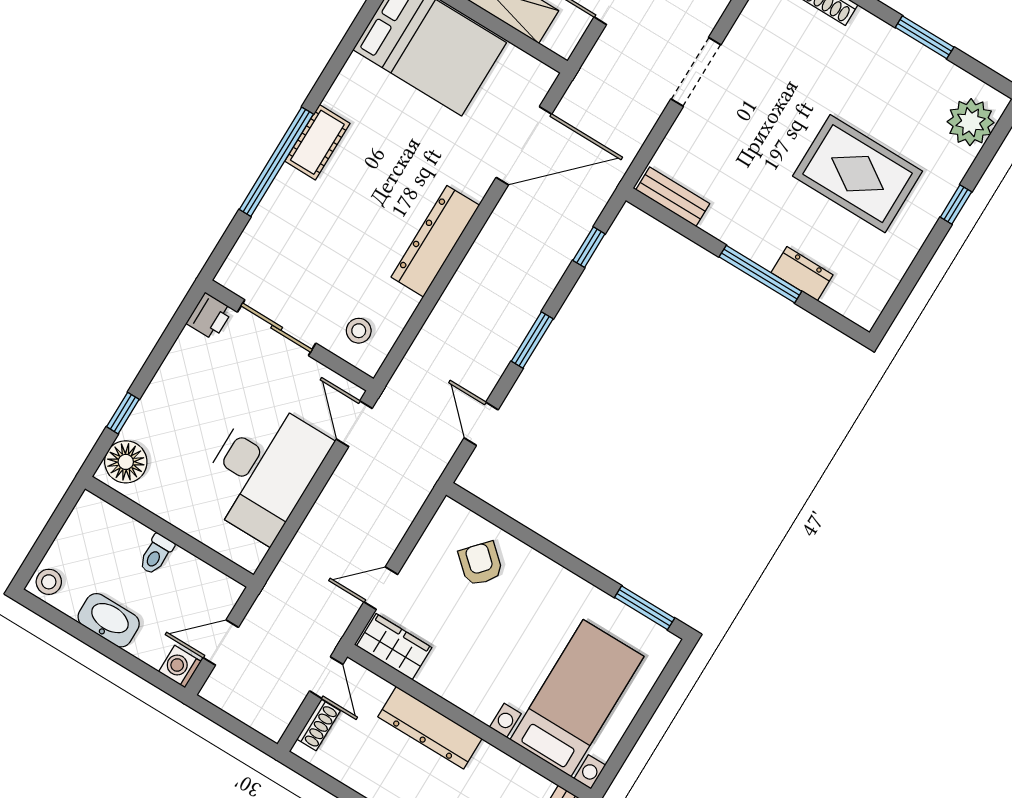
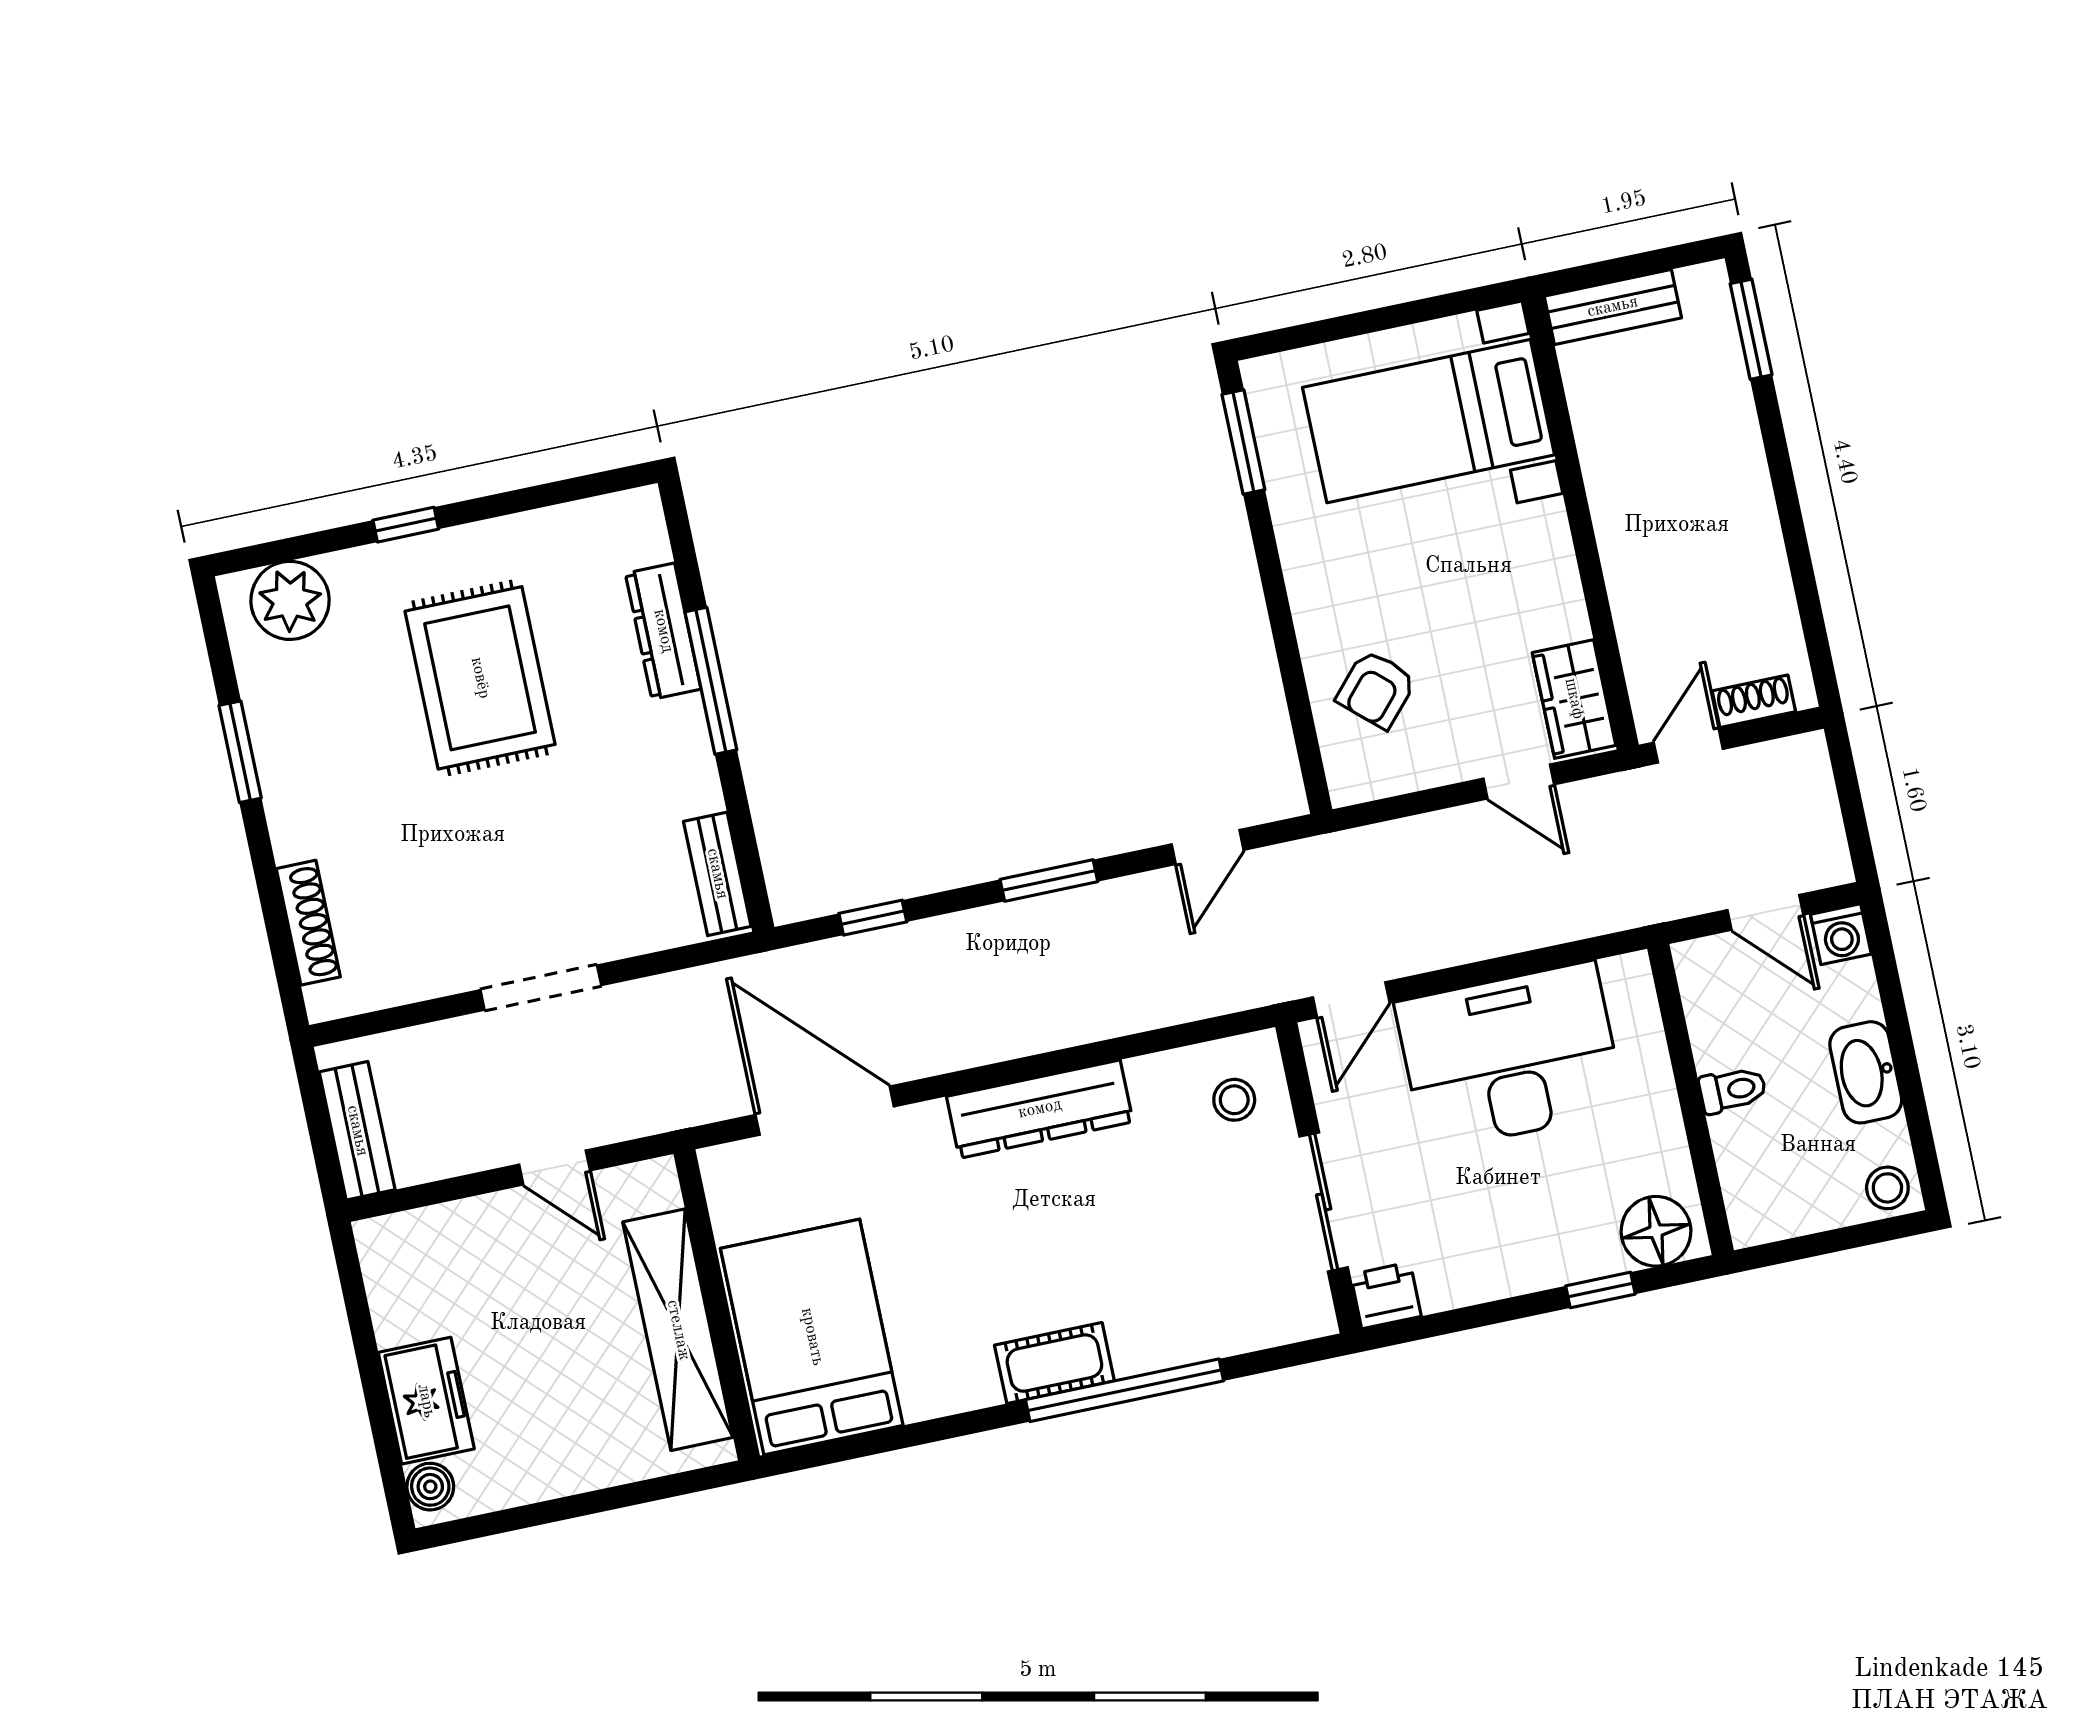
dresser: (802, 274) -> (663, 631), width x1.44
dresser: (430, 728) -> (1631, 564), removed

